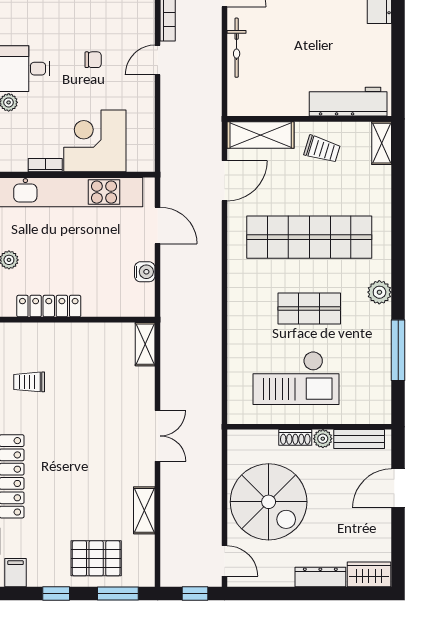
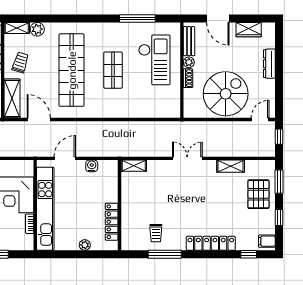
plant: (379, 292) -> (37, 29), moved
checkout: (296, 378) -> (154, 60), moved
wardrobe: (369, 574) -> (249, 30), moved, turned -90

